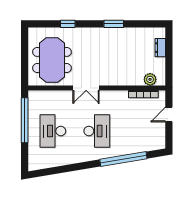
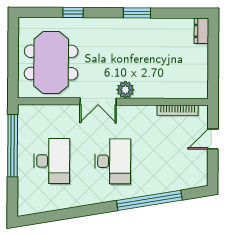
dresser: (160, 48) -> (201, 31), moved
plant: (150, 79) -> (125, 90), moved
desk: (53, 131) -> (52, 161), turned 180

